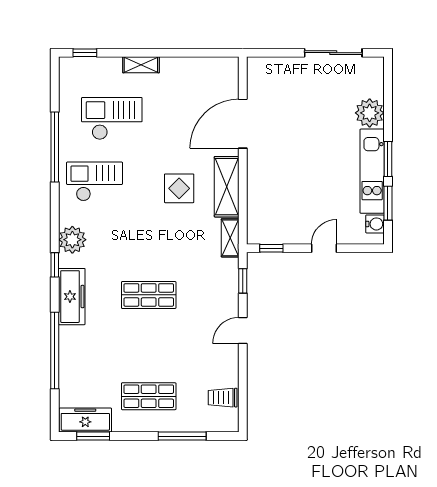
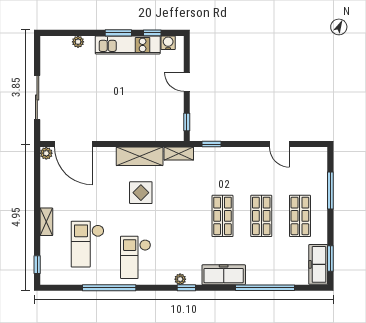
sliding door: (333, 53) -> (37, 97), moved
plant: (231, 65) -> (46, 153), added
plant: (370, 113) -> (78, 42), width x0.53, depth x0.53
door: (243, 124) -> (73, 144), moved
window: (388, 203) -> (152, 33), width x0.67
plant: (72, 240) -> (180, 279), width x0.53, depth x0.53
window: (55, 265) -> (186, 288), moved
door: (243, 331) -> (279, 144), moved
shop shelf: (149, 346) -> (261, 216), added
trolley: (223, 398) -> (301, 159), removed

